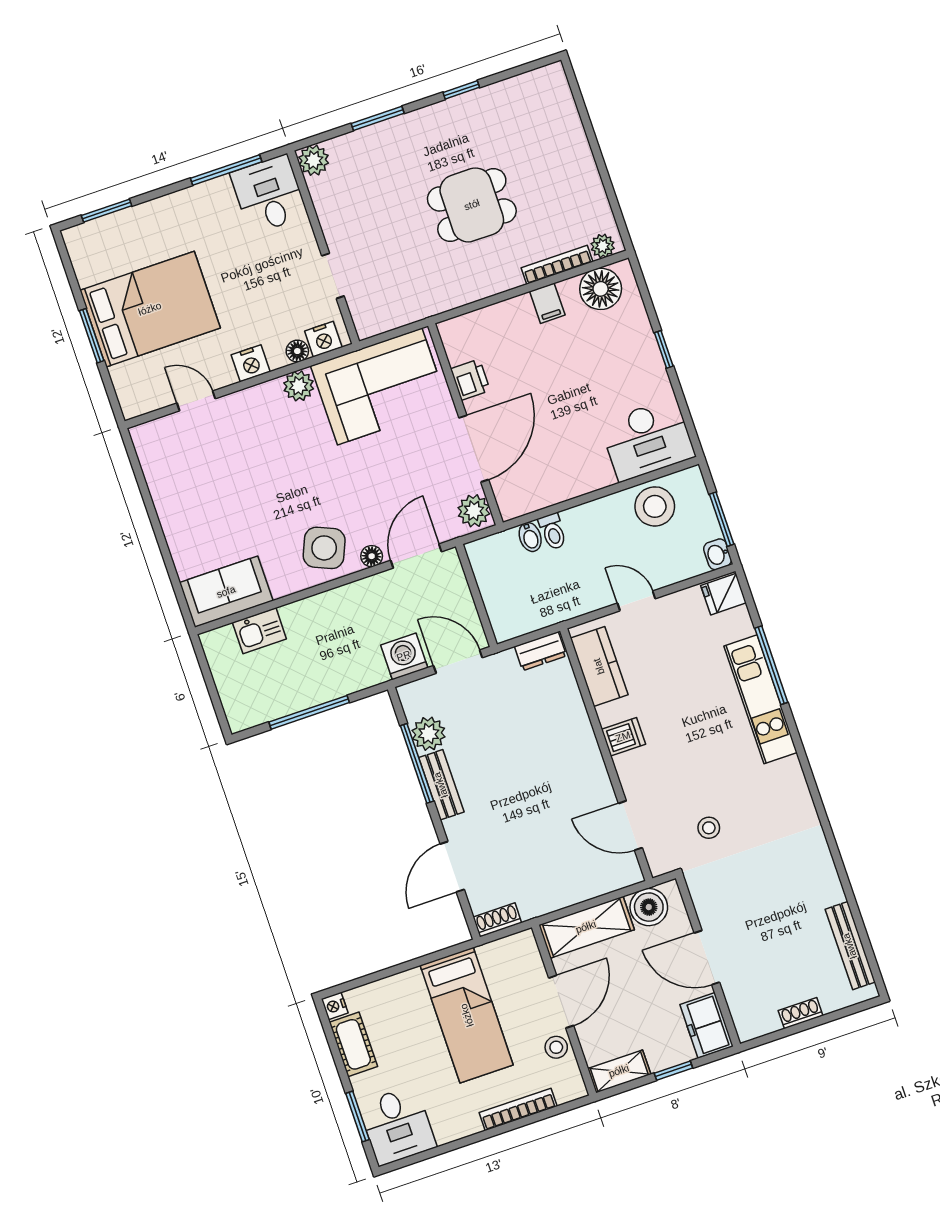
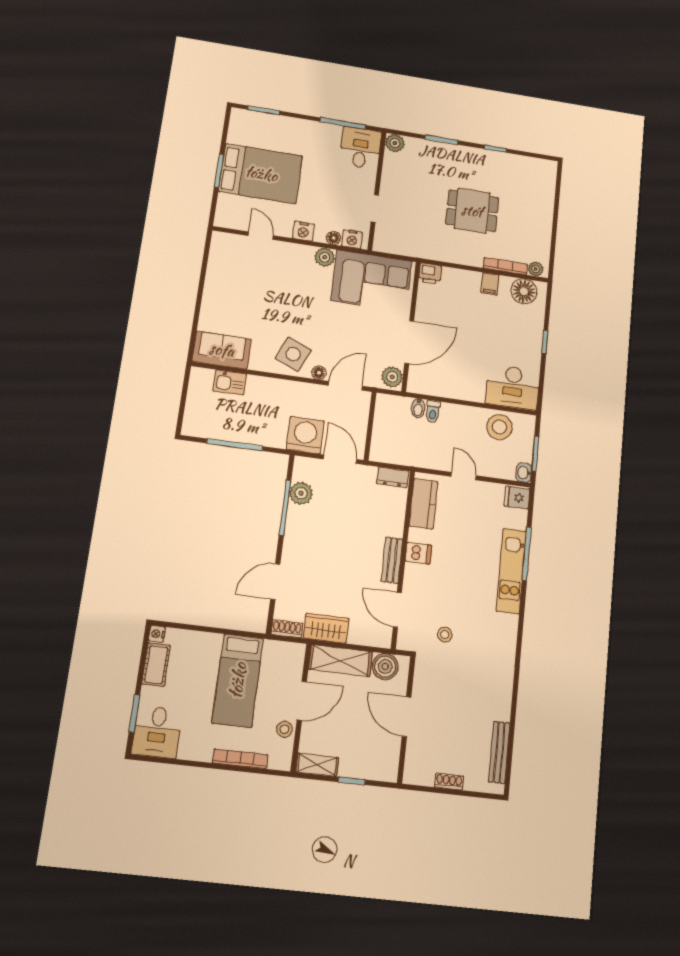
printer: (470, 380) -> (430, 274), moved, turned 90
washing machine: (404, 656) -> (305, 435), width x1.37, depth x1.37
bench: (441, 785) -> (392, 560), moved
wardrobe: (548, 895) -> (326, 628), added
freezer: (707, 1025) -> (386, 761), removed

